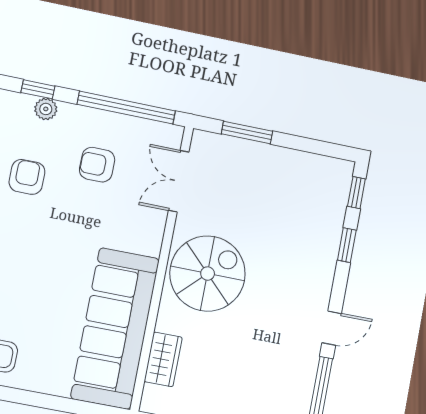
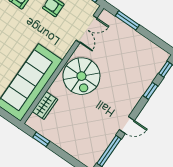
double door: (179, 181) -> (87, 29), swing flipped
spiral stairs: (208, 274) -> (81, 76), turned 90

